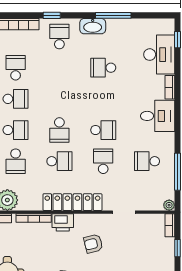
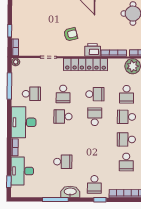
desk: (158, 116) -> (24, 122), width x1.37
school desk: (16, 161) -> (127, 94), turned 180
school desk: (59, 161) -> (95, 94), turned 180

